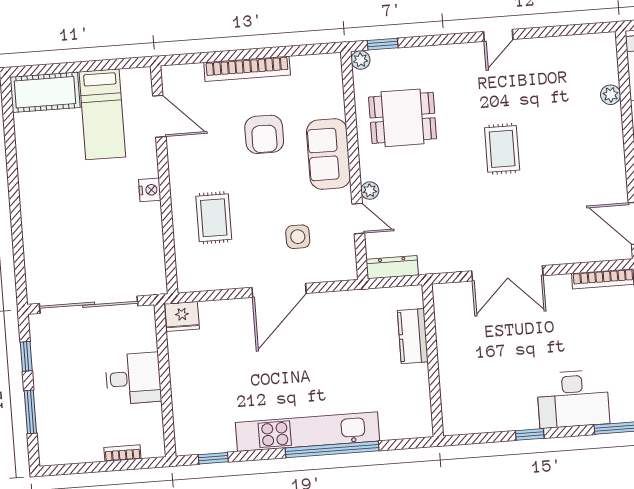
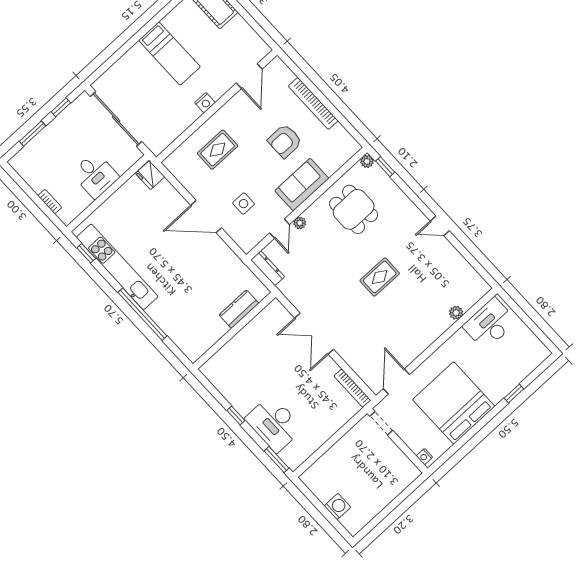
bed: (102, 114) -> (169, 54), moved, turned -90
kitchen unit: (307, 432) -> (117, 267), moved

